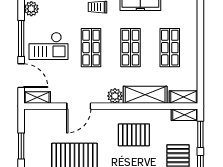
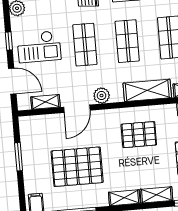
window: (21, 38) -> (9, 41), width x0.46
plant: (115, 96) -> (102, 96), moved
shelving: (37, 97) -> (45, 102), moved

